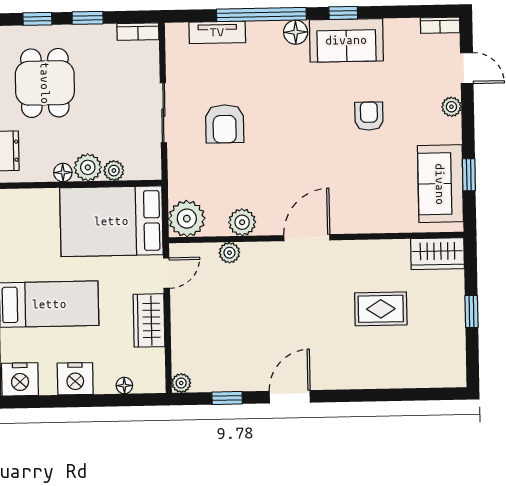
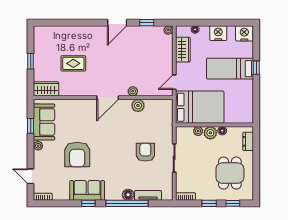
floor lamp: (296, 32) -> (128, 195), moved
plant: (451, 107) -> (38, 146), moved
armchair: (369, 116) -> (77, 155), width x1.88, depth x1.88
plant: (187, 219) -> (164, 108), removed
plant: (229, 253) -> (133, 91), moved
wardrobe: (149, 320) -> (183, 50), moved

